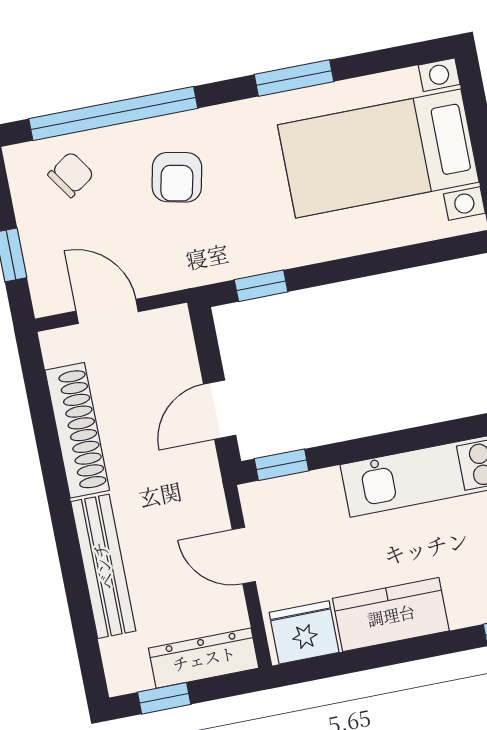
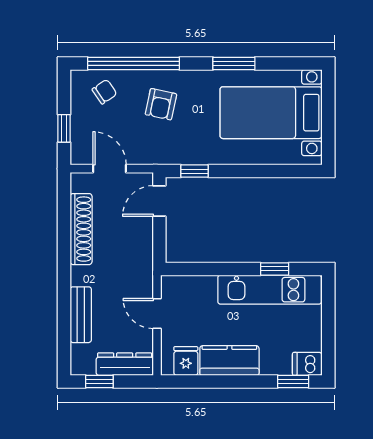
door: (220, 410) -> (159, 201), moved
window: (282, 465) -> (275, 269), moved
bench: (103, 566) -> (81, 315), width x0.73
fridge: (304, 632) -> (186, 361), width x0.72

